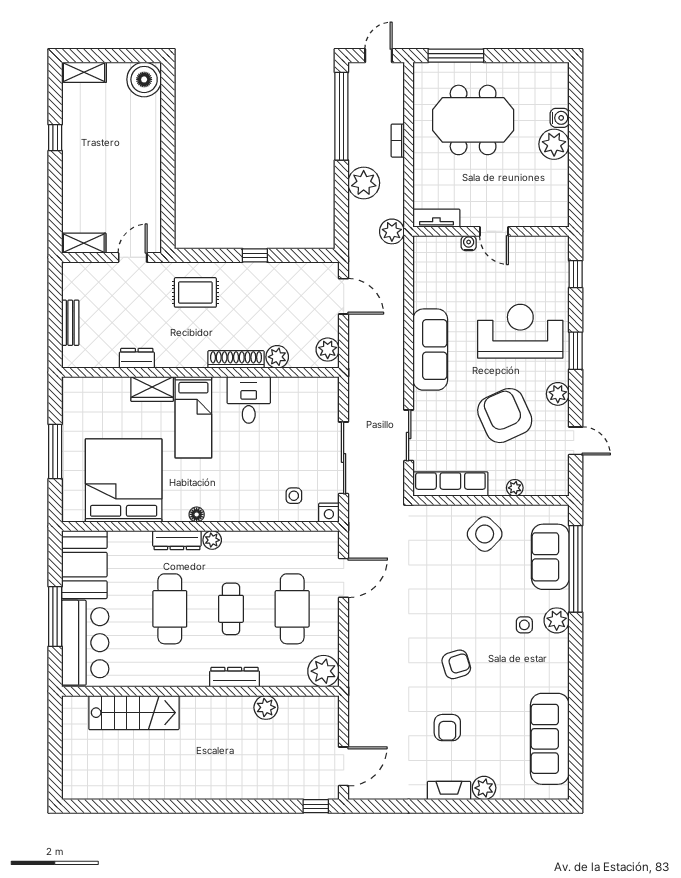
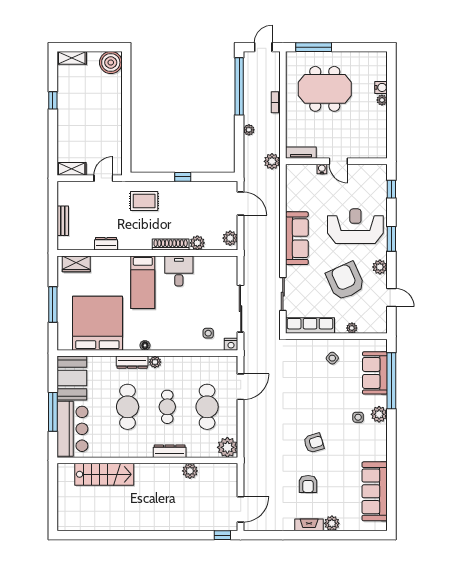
plant: (554, 144) -> (382, 100), width x0.53, depth x0.53
plant: (364, 183) -> (249, 130), width x0.53, depth x0.53
wardrobe: (152, 389) -> (76, 264), moved
side table: (485, 534) -> (332, 358), width x0.54, depth x0.54

